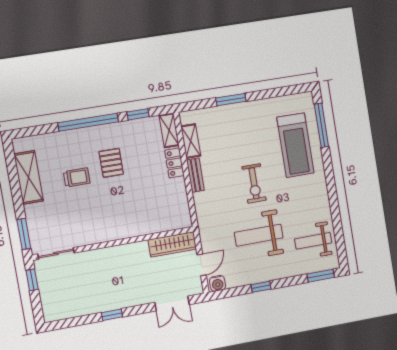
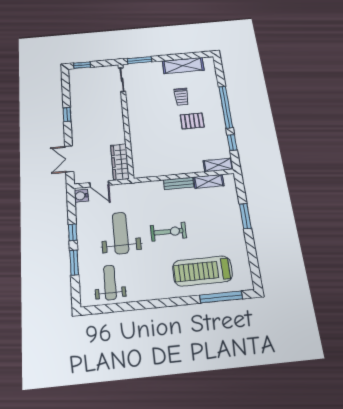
locker: (174, 163) -> (190, 167), removed
exercise bike: (254, 183) -> (168, 232), turned 180
window: (321, 276) -> (74, 263), moved
window: (32, 280) -> (82, 65), moved

